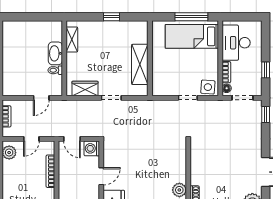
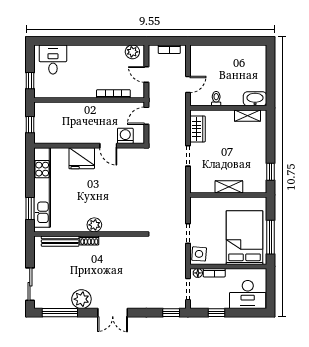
window: (111, 17) -> (271, 172), moved
bed: (192, 36) -> (244, 238), width x1.50
desk: (236, 43) -> (248, 295), moved, turned 180
washbasin: (55, 53) -> (255, 99), moved
shelving: (140, 64) -> (229, 187), width x0.67, depth x0.75
door: (41, 98) -> (188, 84), swing flipped
washing machine: (92, 148) -> (125, 136), moved

